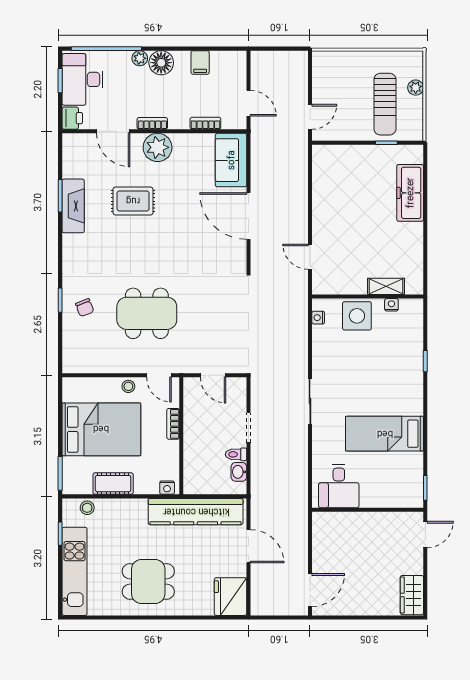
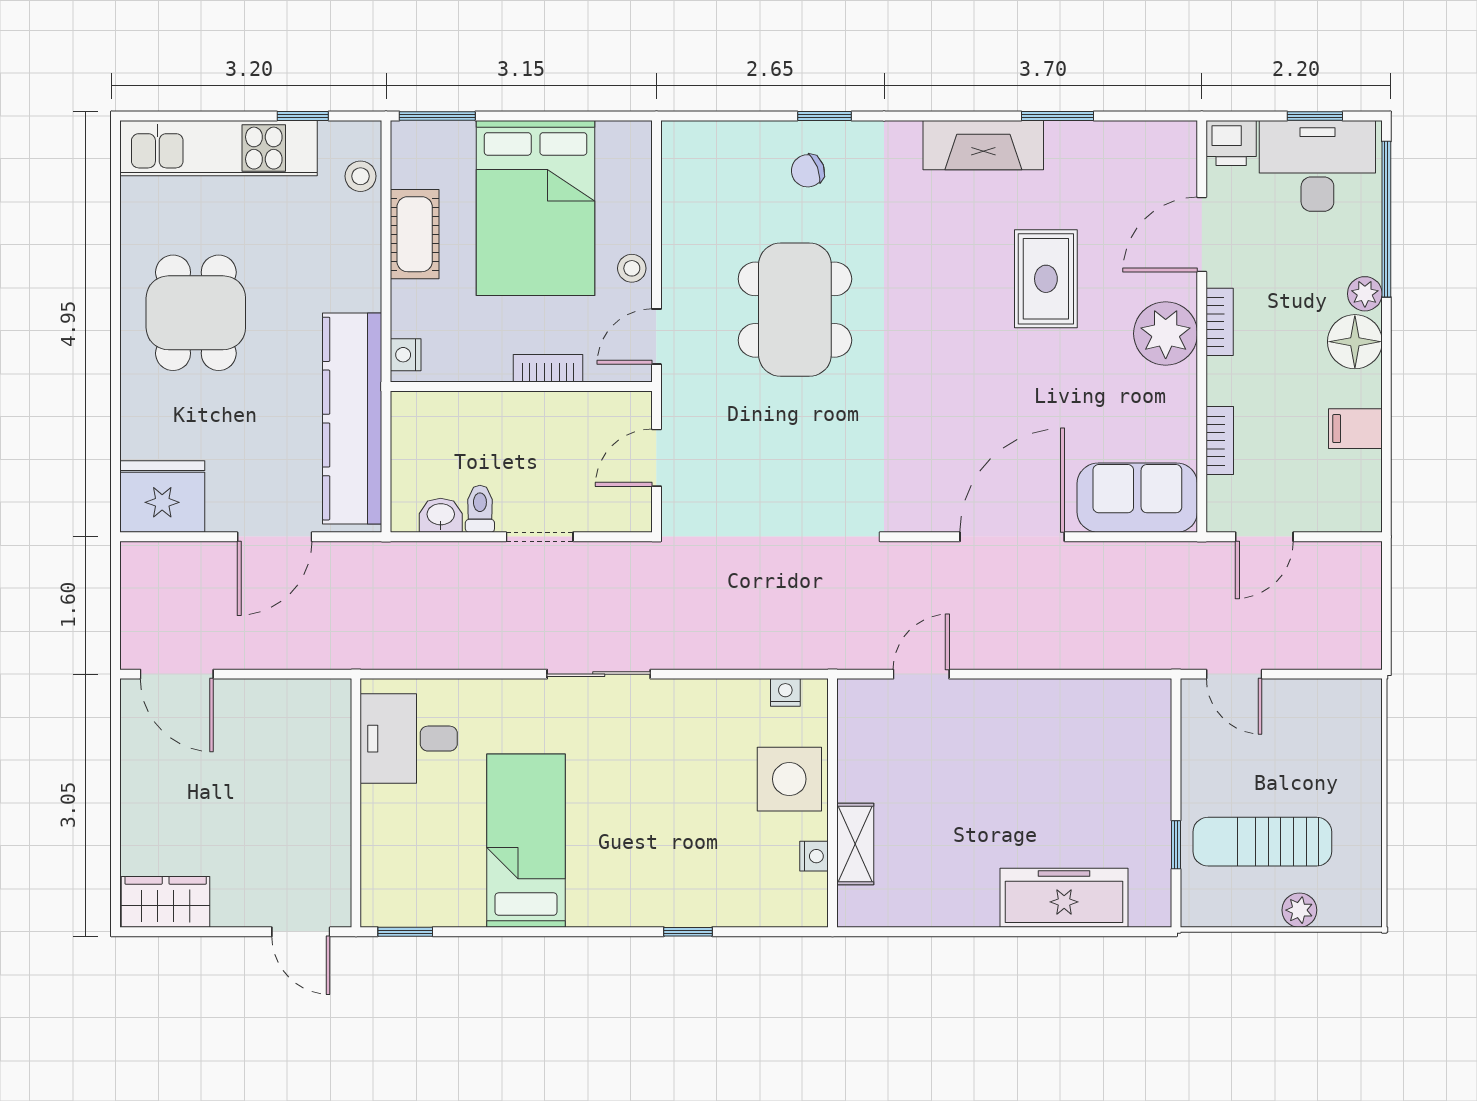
fireplace: (73, 206) -> (983, 145), moved

